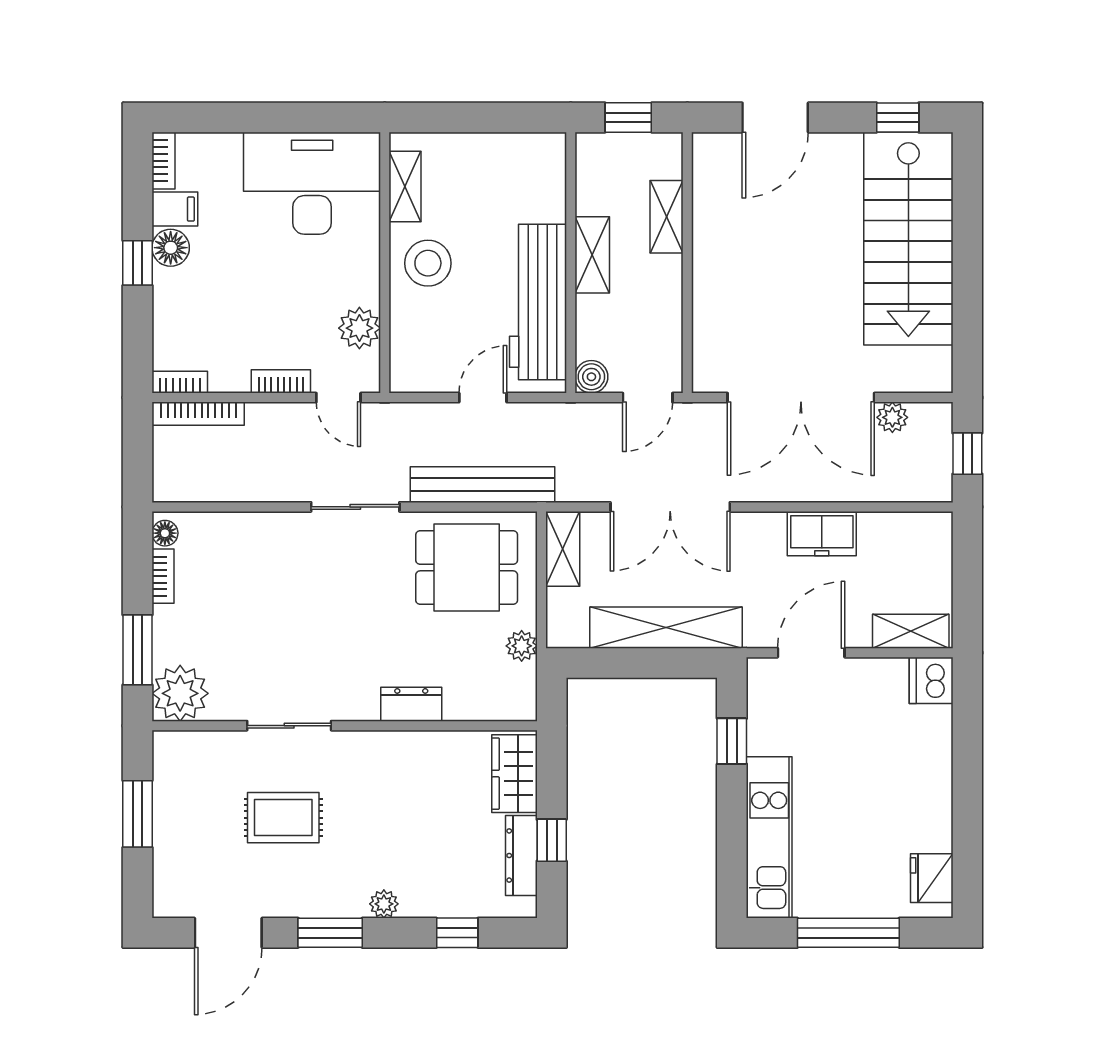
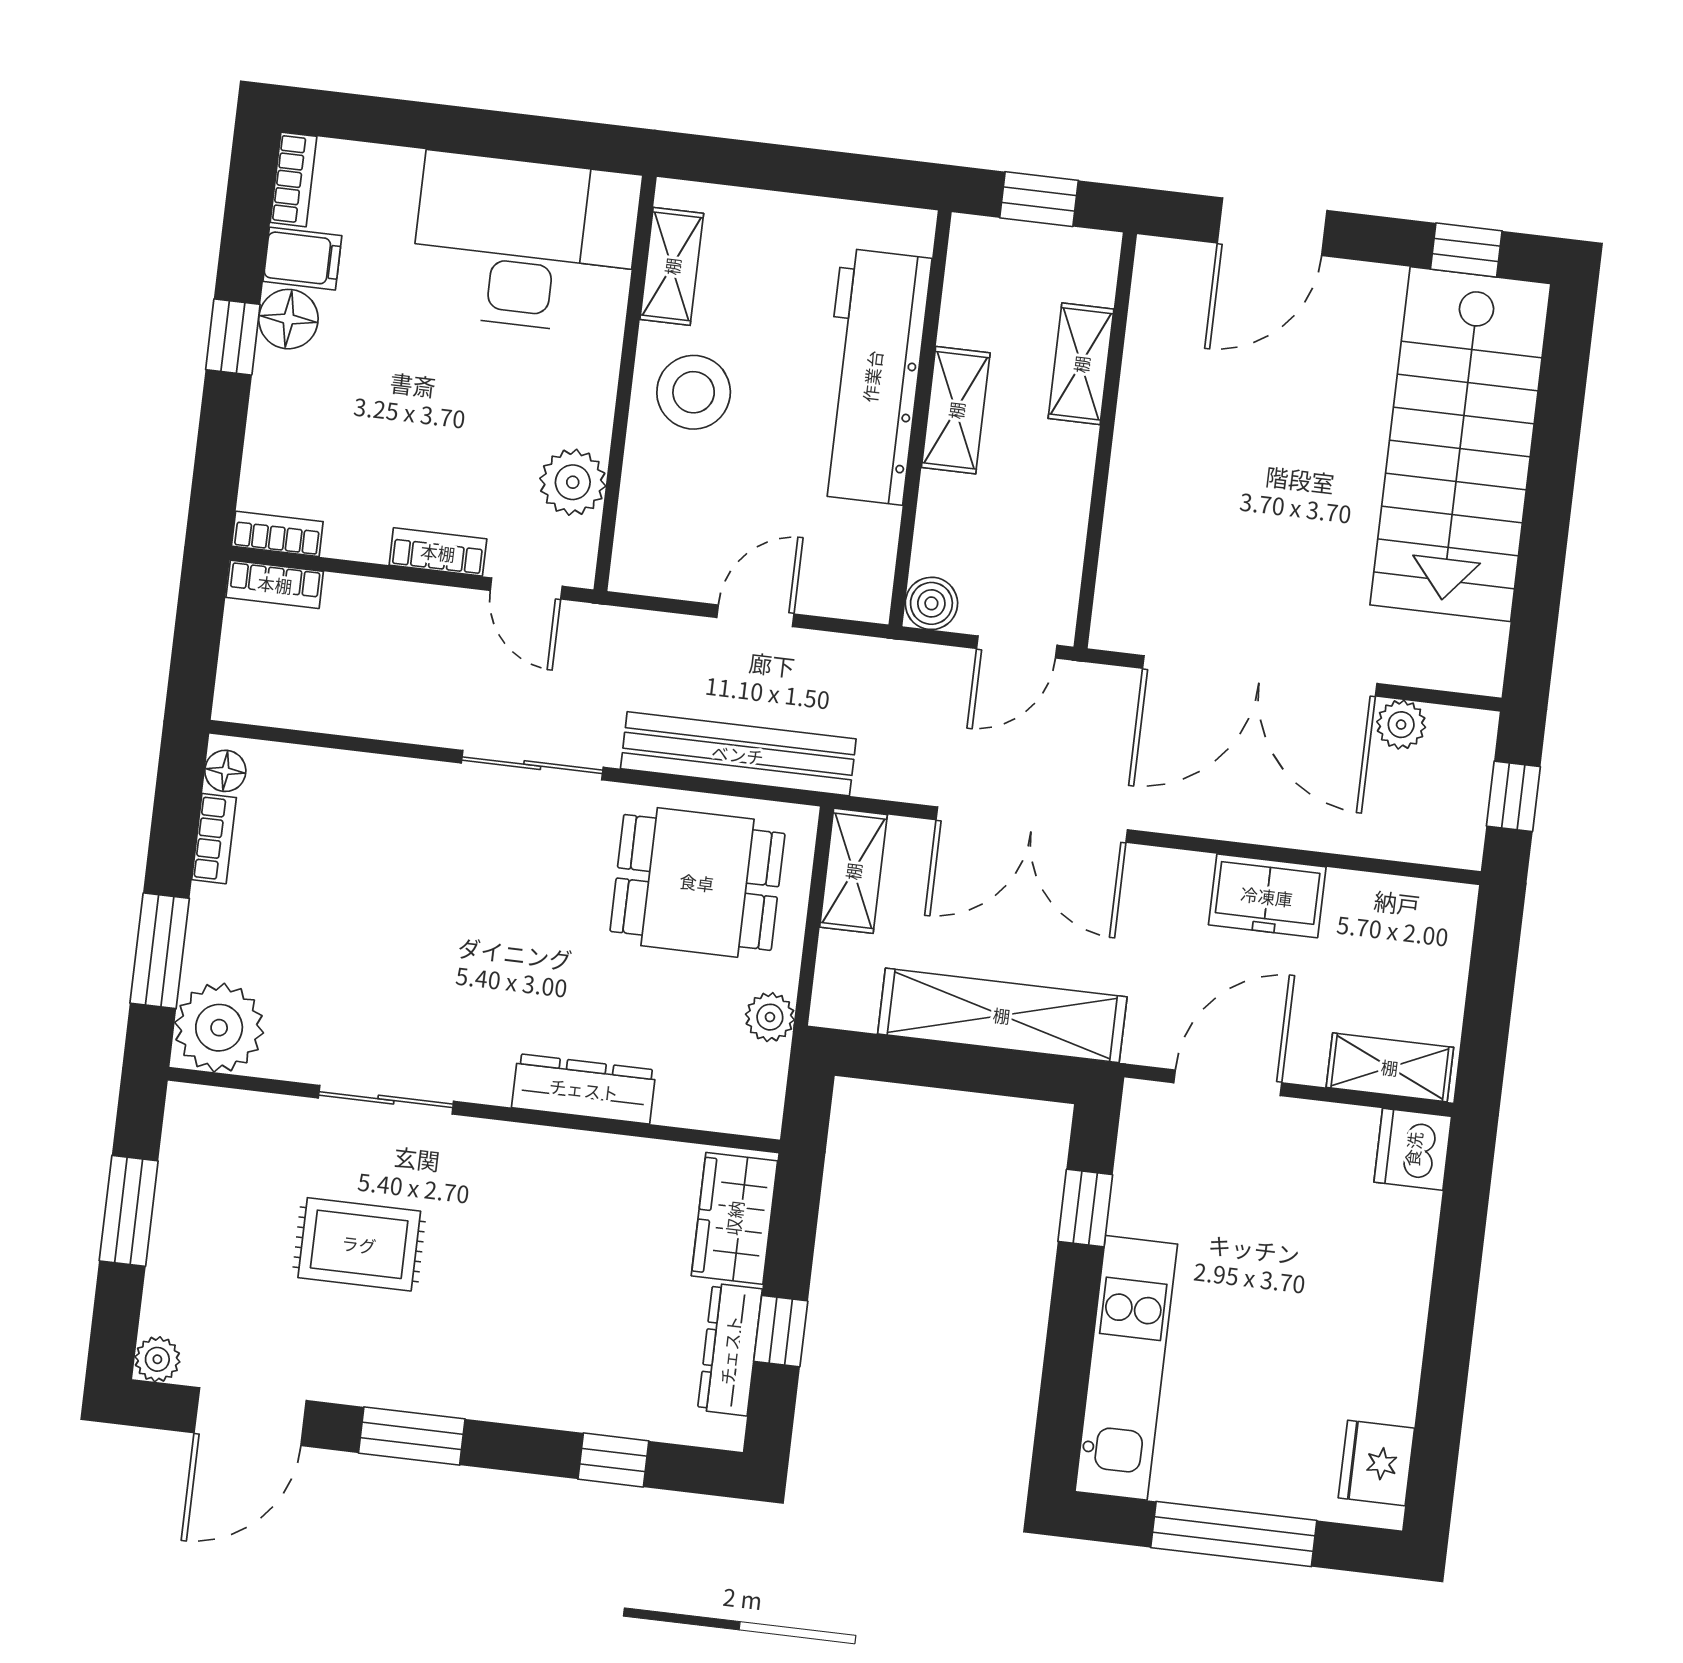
workbench: (538, 302) -> (872, 376), moved
bookcase: (198, 414) -> (275, 584), width x0.64
dresser: (411, 704) -> (584, 1089), width x1.44
plant: (384, 904) -> (157, 1359), moved

